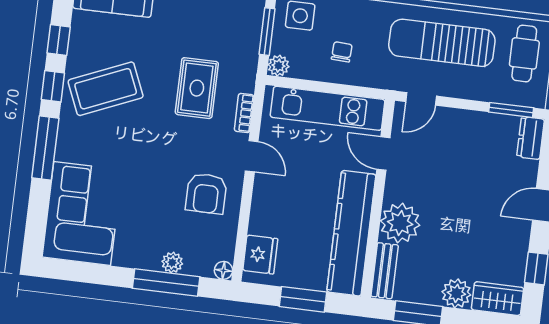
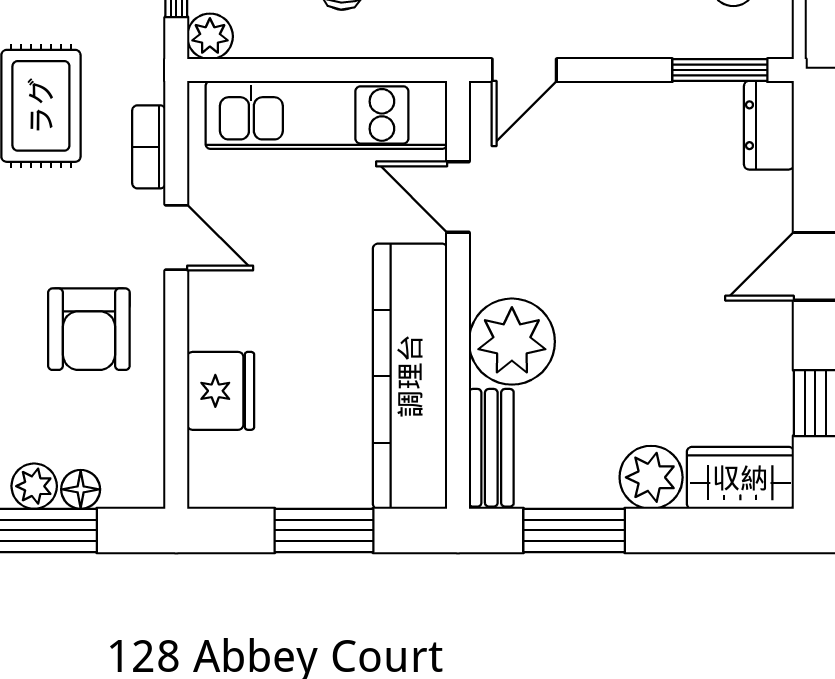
fridge: (260, 255) -> (221, 391), moved
floor lamp: (223, 270) -> (81, 489), moved

